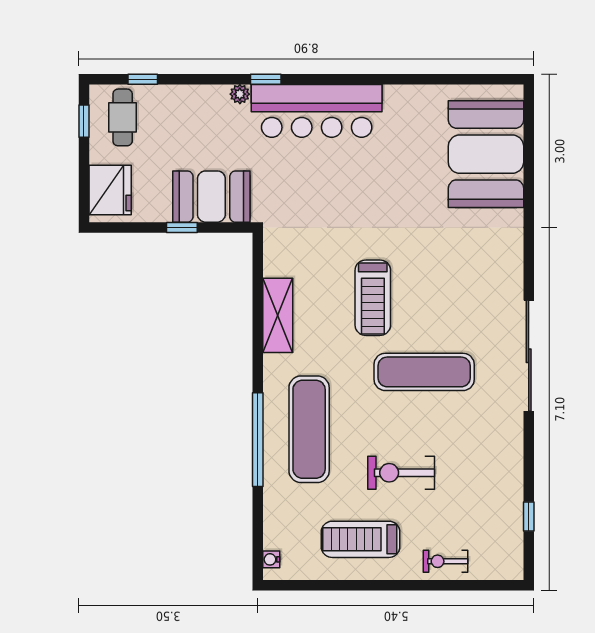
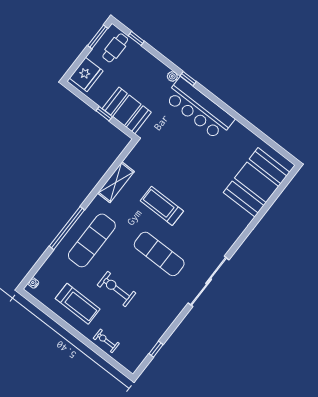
window: (84, 121) -> (98, 37), width x1.50
treadmill: (373, 298) -> (162, 206), turned 90
treadmill: (361, 539) -> (78, 304), turned 180

